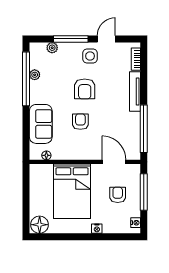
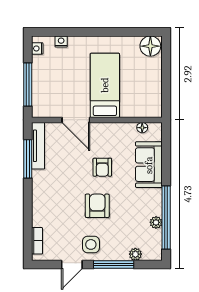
tv unit: (135, 91) -> (38, 146), moved
window: (144, 129) -> (28, 159), width x0.68
door: (114, 162) -> (76, 120), moved
bed: (72, 191) -> (105, 85), width x0.67
armchair: (118, 195) -> (58, 81), removed
nightstand: (97, 229) -> (61, 42), moved

